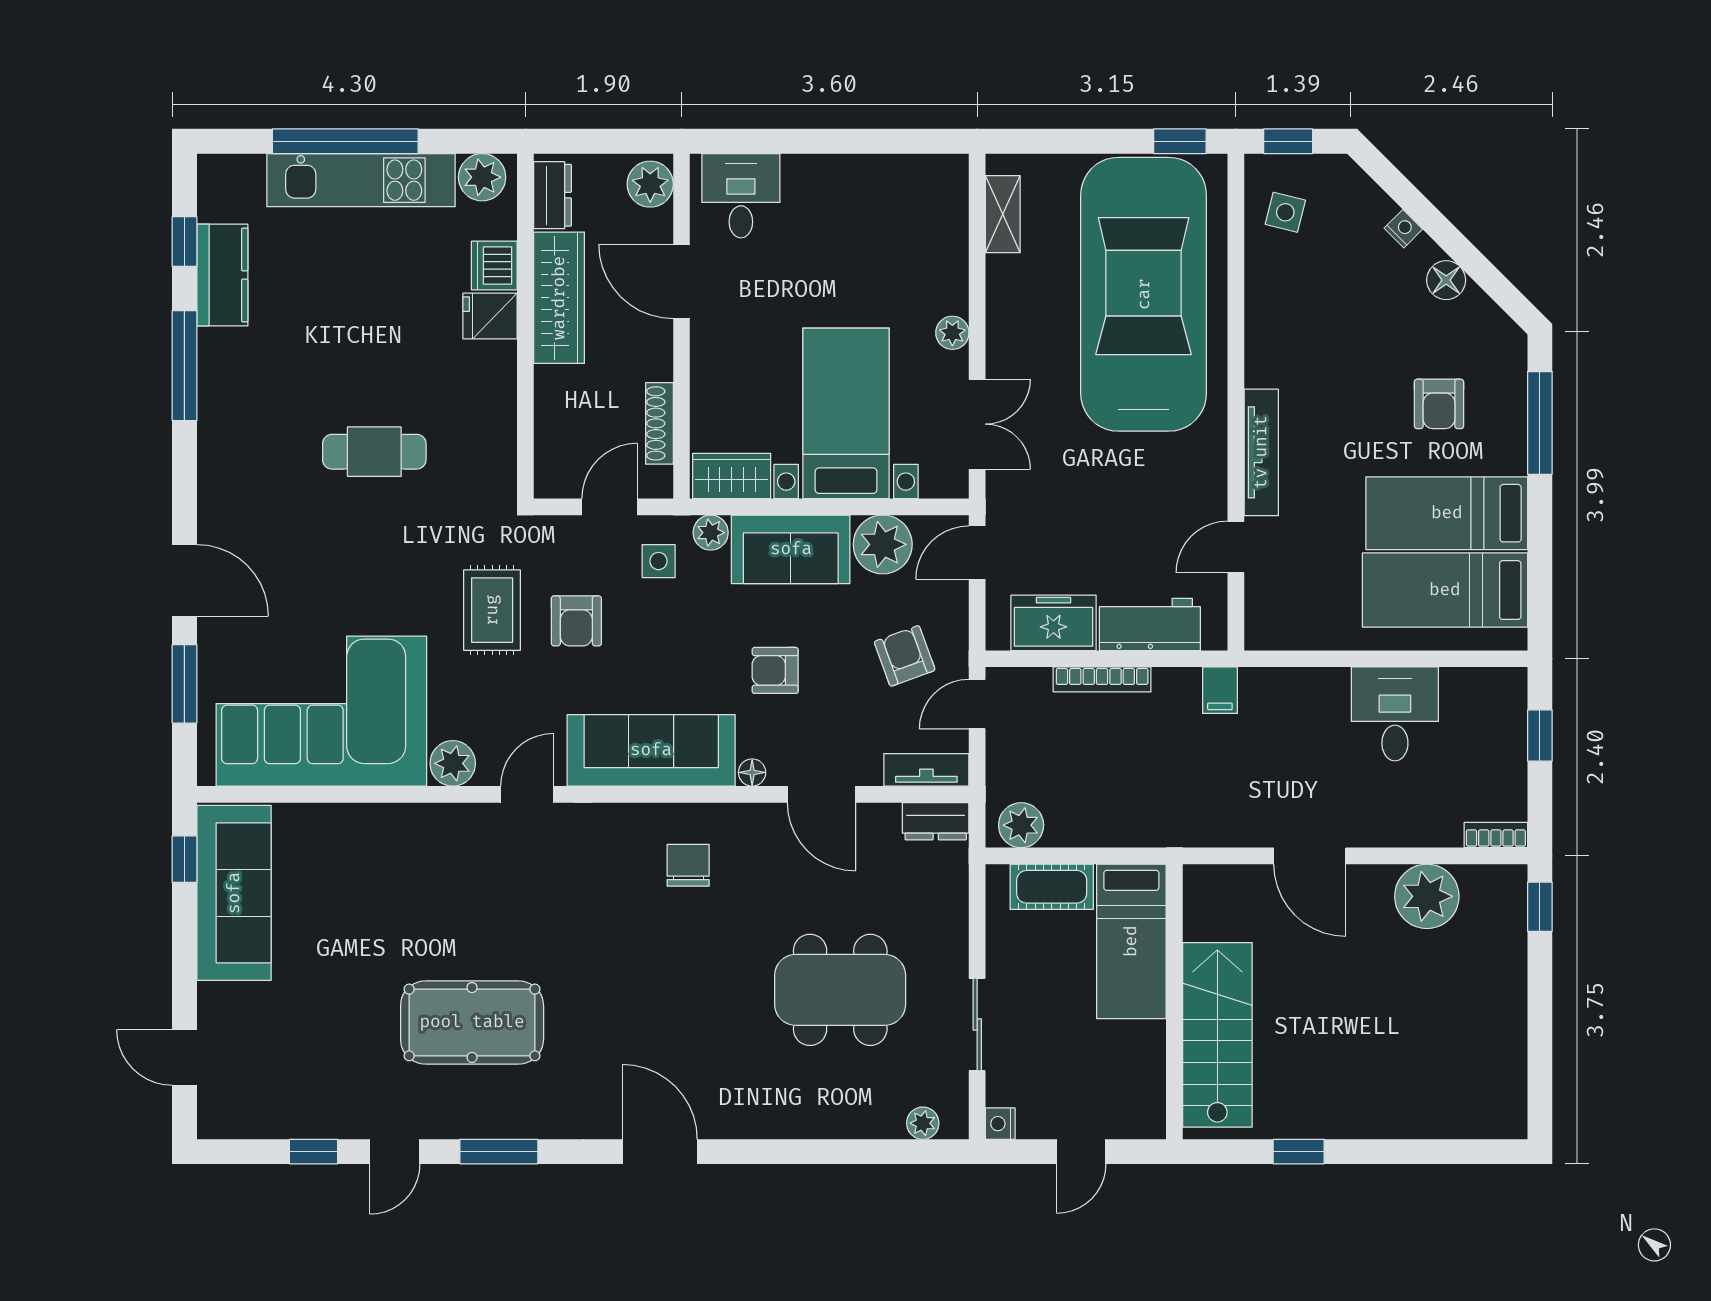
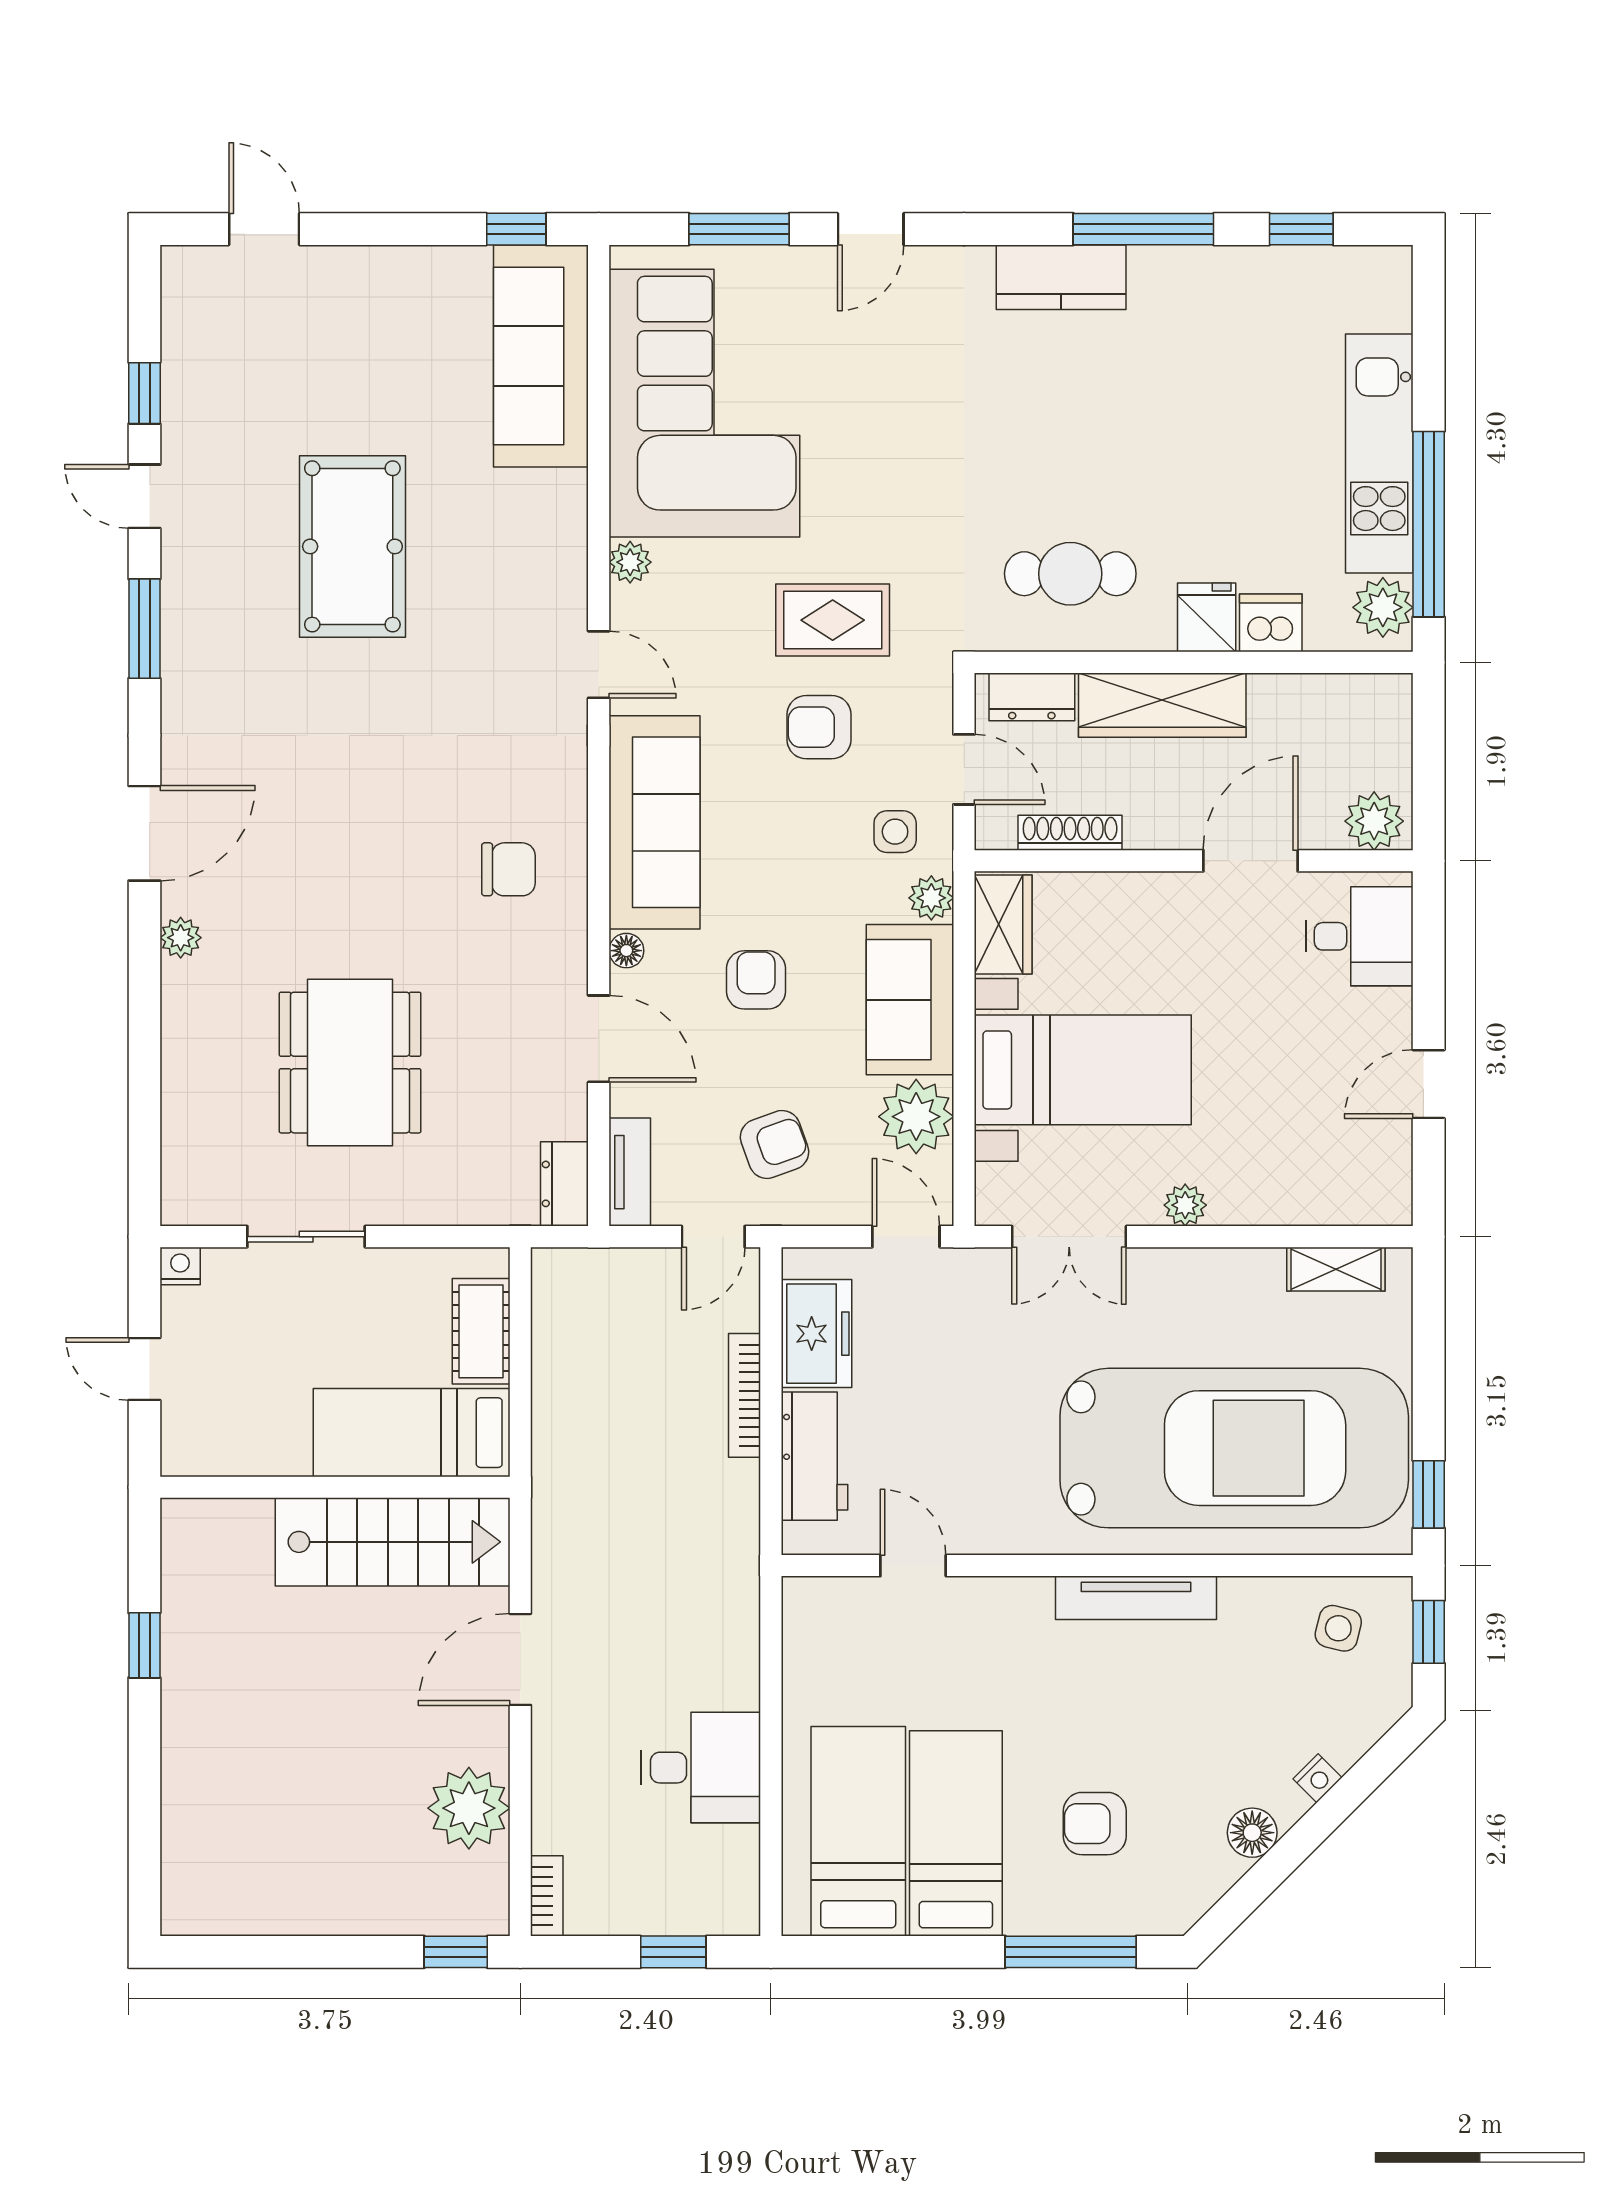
window: (345, 141) -> (1429, 524), moved
door: (857, 141) -> (1429, 1084), added
dresser: (553, 195) -> (1032, 697), moved
kitchen counter: (222, 275) -> (1061, 277), moved
wardrobe: (559, 298) -> (1162, 705), moved
cafe table: (374, 452) -> (1070, 574), moved, turned 90
tv unit: (1261, 452) -> (1136, 1598), moved
door: (184, 580) -> (871, 229), width x0.73
filing cabinet: (1220, 690) -> (731, 1545), removed
door: (977, 704) -> (713, 1237), swing flipped
plant: (453, 763) -> (630, 562), width x0.73, depth x0.73
door: (821, 794) -> (599, 1039), swing flipped
plant: (1021, 825) -> (559, 1292), removed
sofa: (234, 893) -> (541, 356), moved, turned 90
pool table: (472, 1022) -> (352, 546), moved
stairs: (1217, 1035) -> (393, 1542), moved
door: (184, 1057) -> (264, 229), hinge flipped
plant: (923, 1123) -> (181, 938), moved

